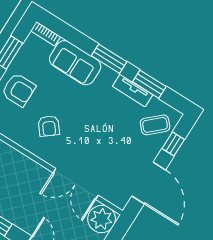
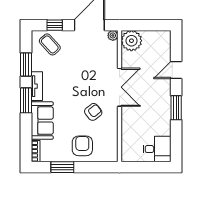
tv unit: (133, 91) -> (37, 86), moved
double door: (76, 184) -> (120, 87), moved
plant: (121, 202) -> (113, 35), added

